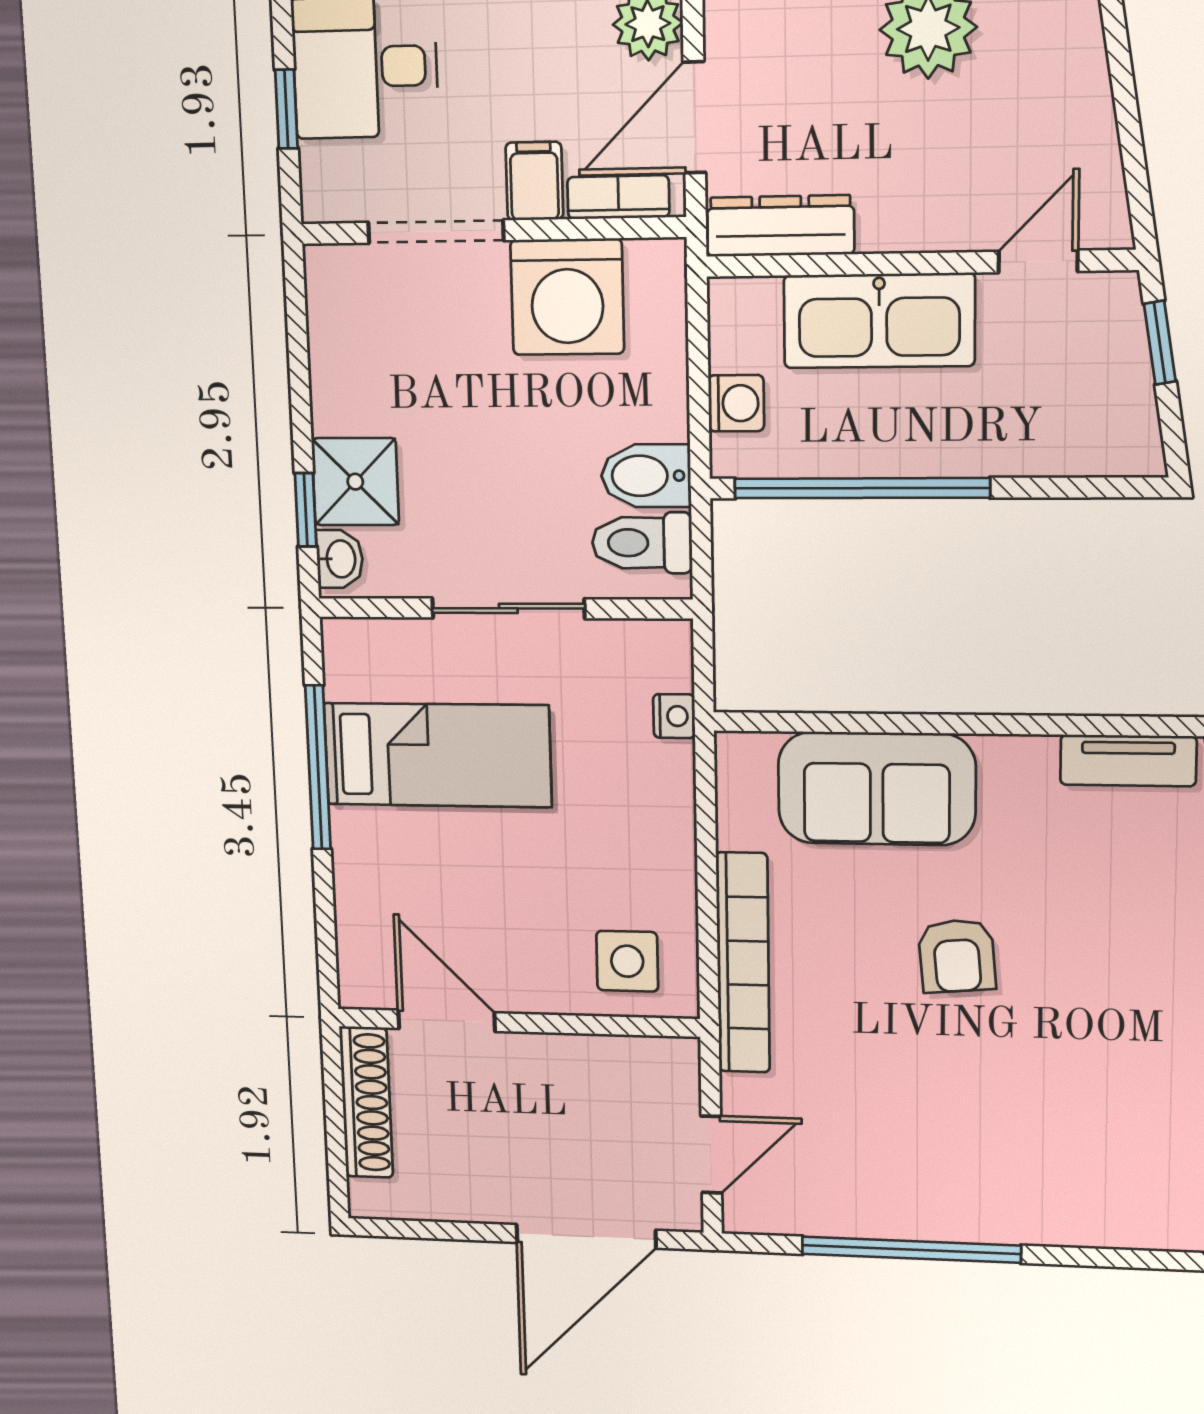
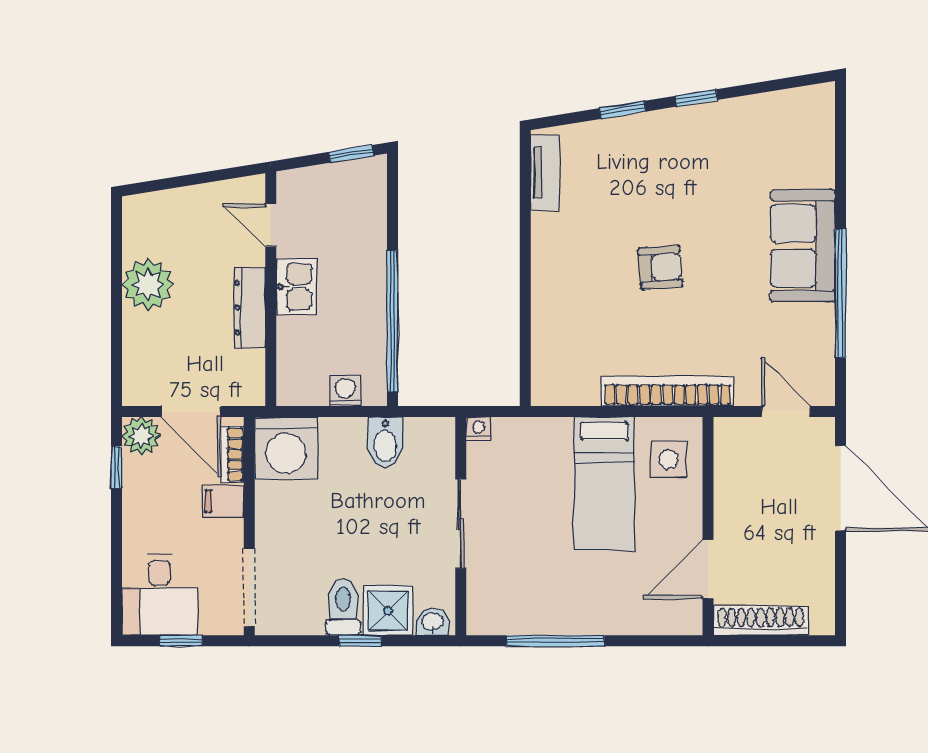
dresser: (780, 226) -> (250, 308), moved
doorway: (436, 232) -> (249, 588), moved
washing machine: (567, 297) -> (286, 448), moved, turned 90
kitchen sink: (879, 321) -> (296, 287), width x0.53, depth x0.81
window: (1160, 343) -> (351, 154), moved
window: (306, 510) -> (360, 641), moved
toilet: (642, 543) -> (343, 607), moved, turned 180
nightstand: (674, 716) -> (479, 429), moved
bed: (438, 755) -> (604, 484), moved, turned 180
sofa: (877, 789) -> (803, 246), moved, turned 180

